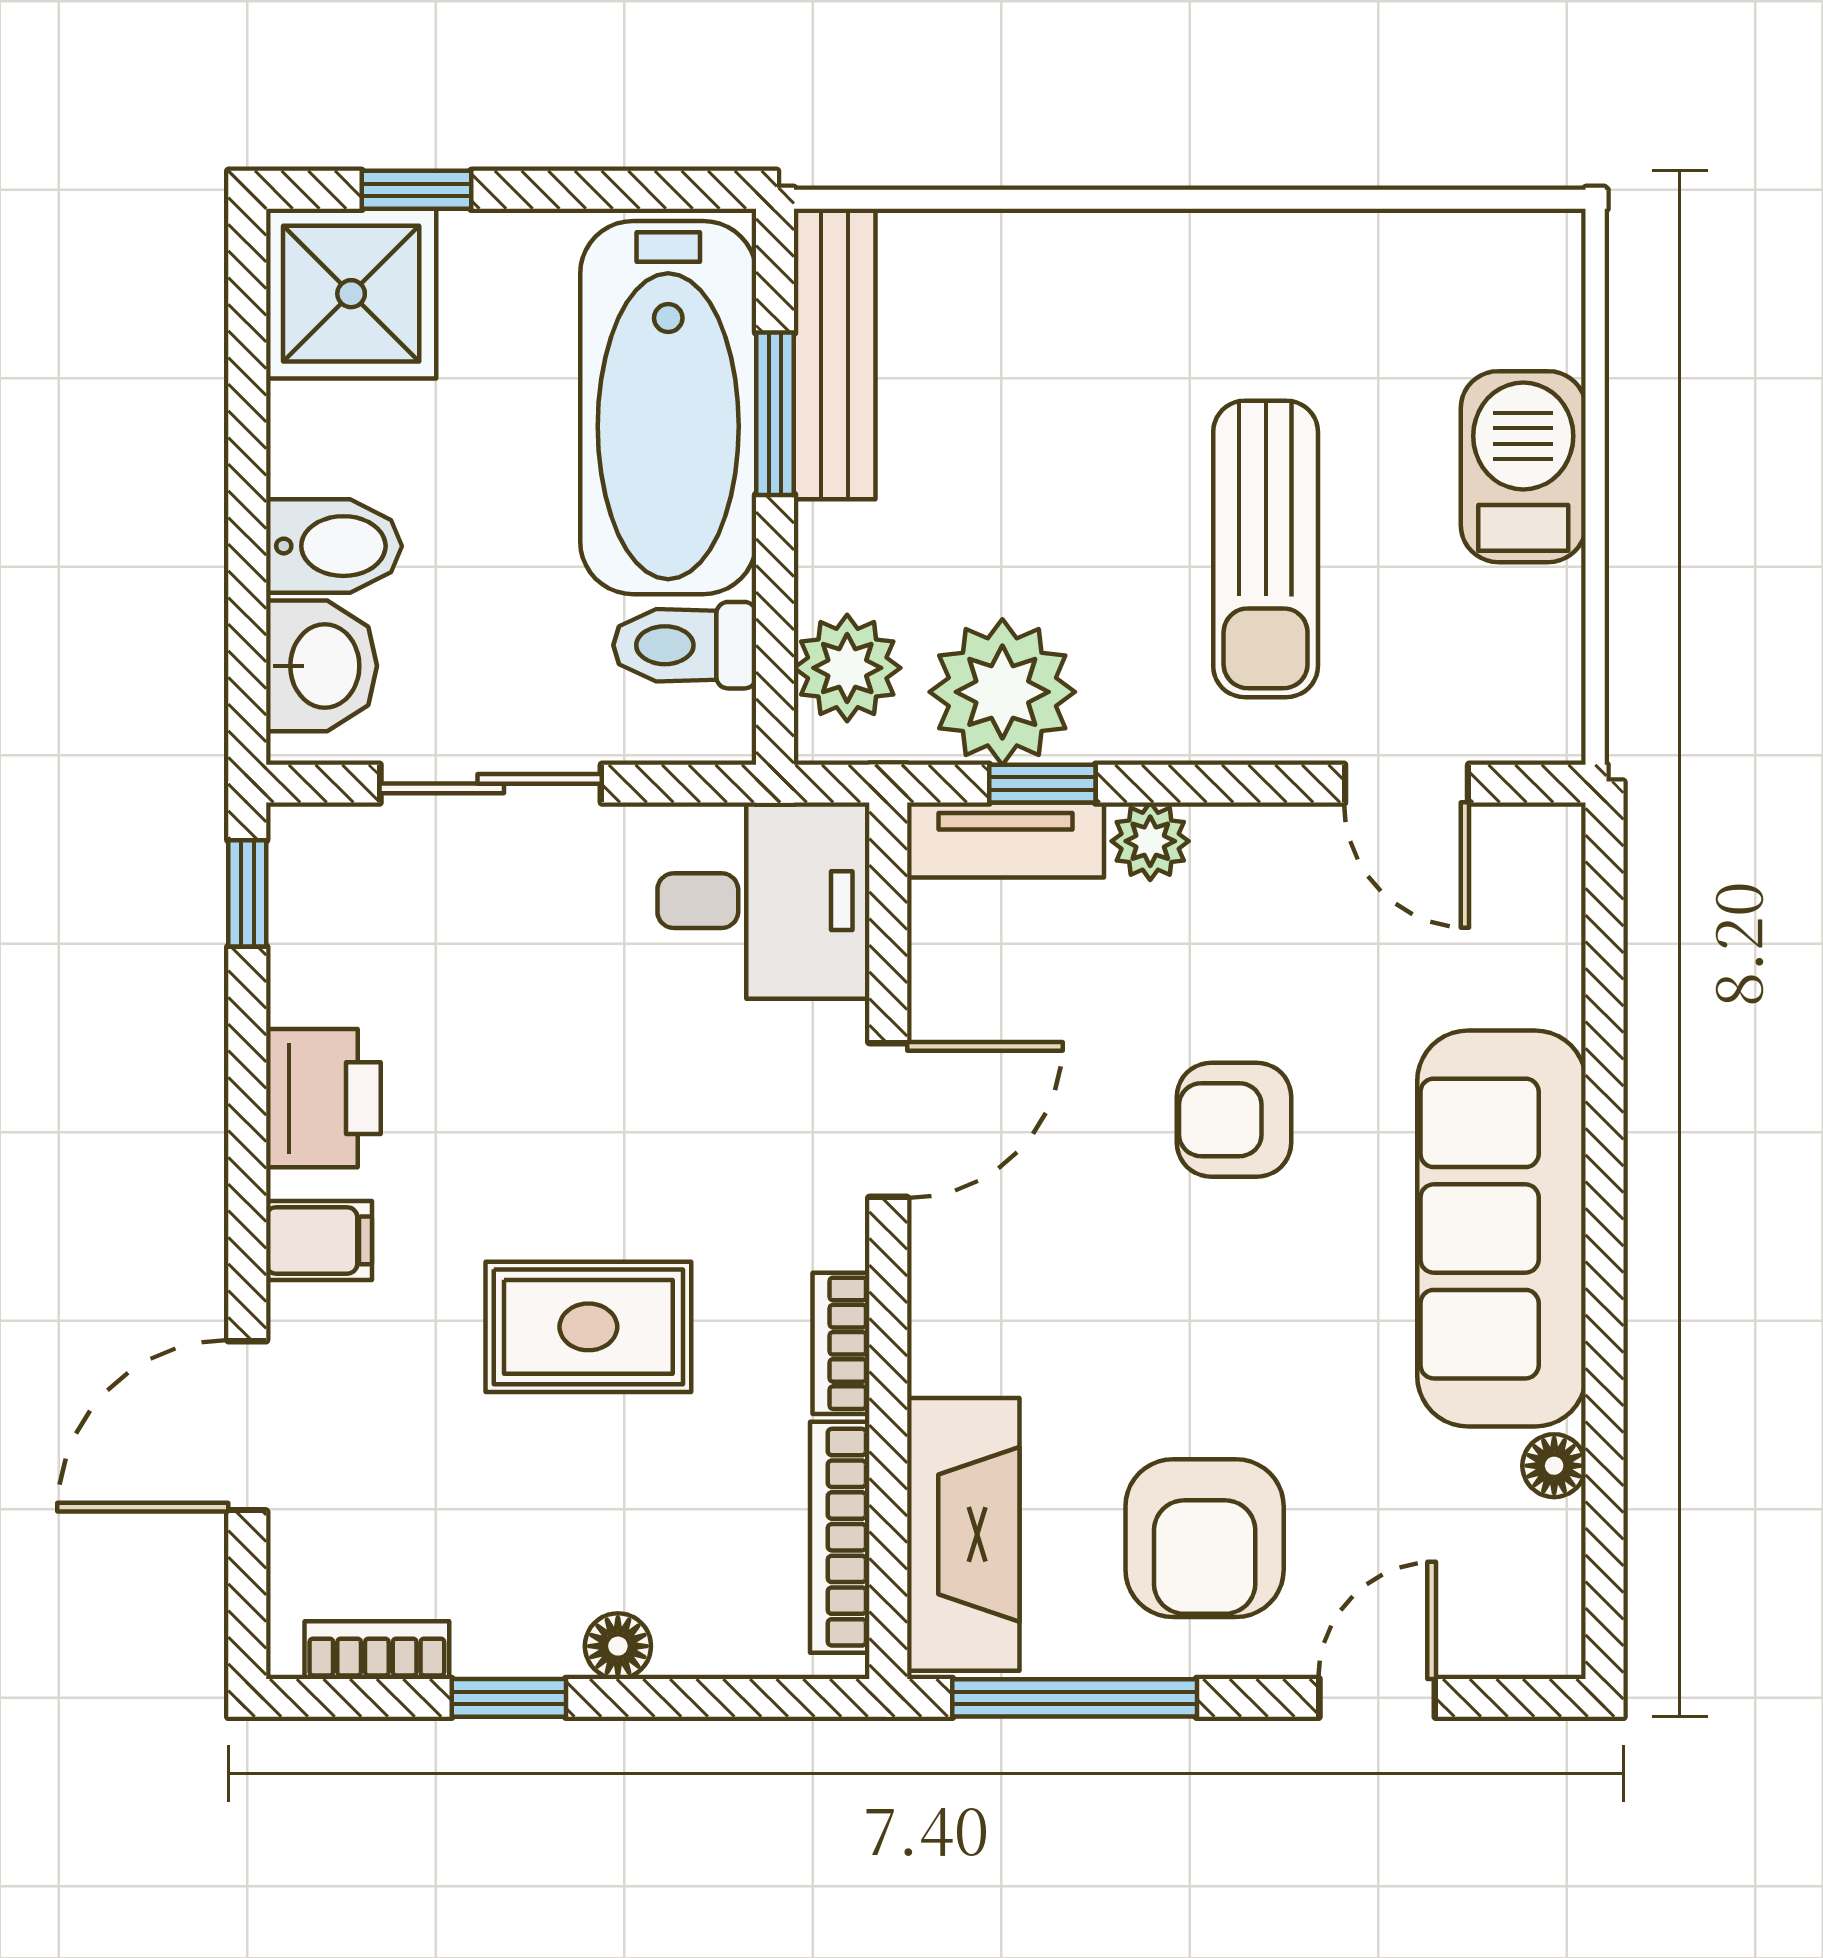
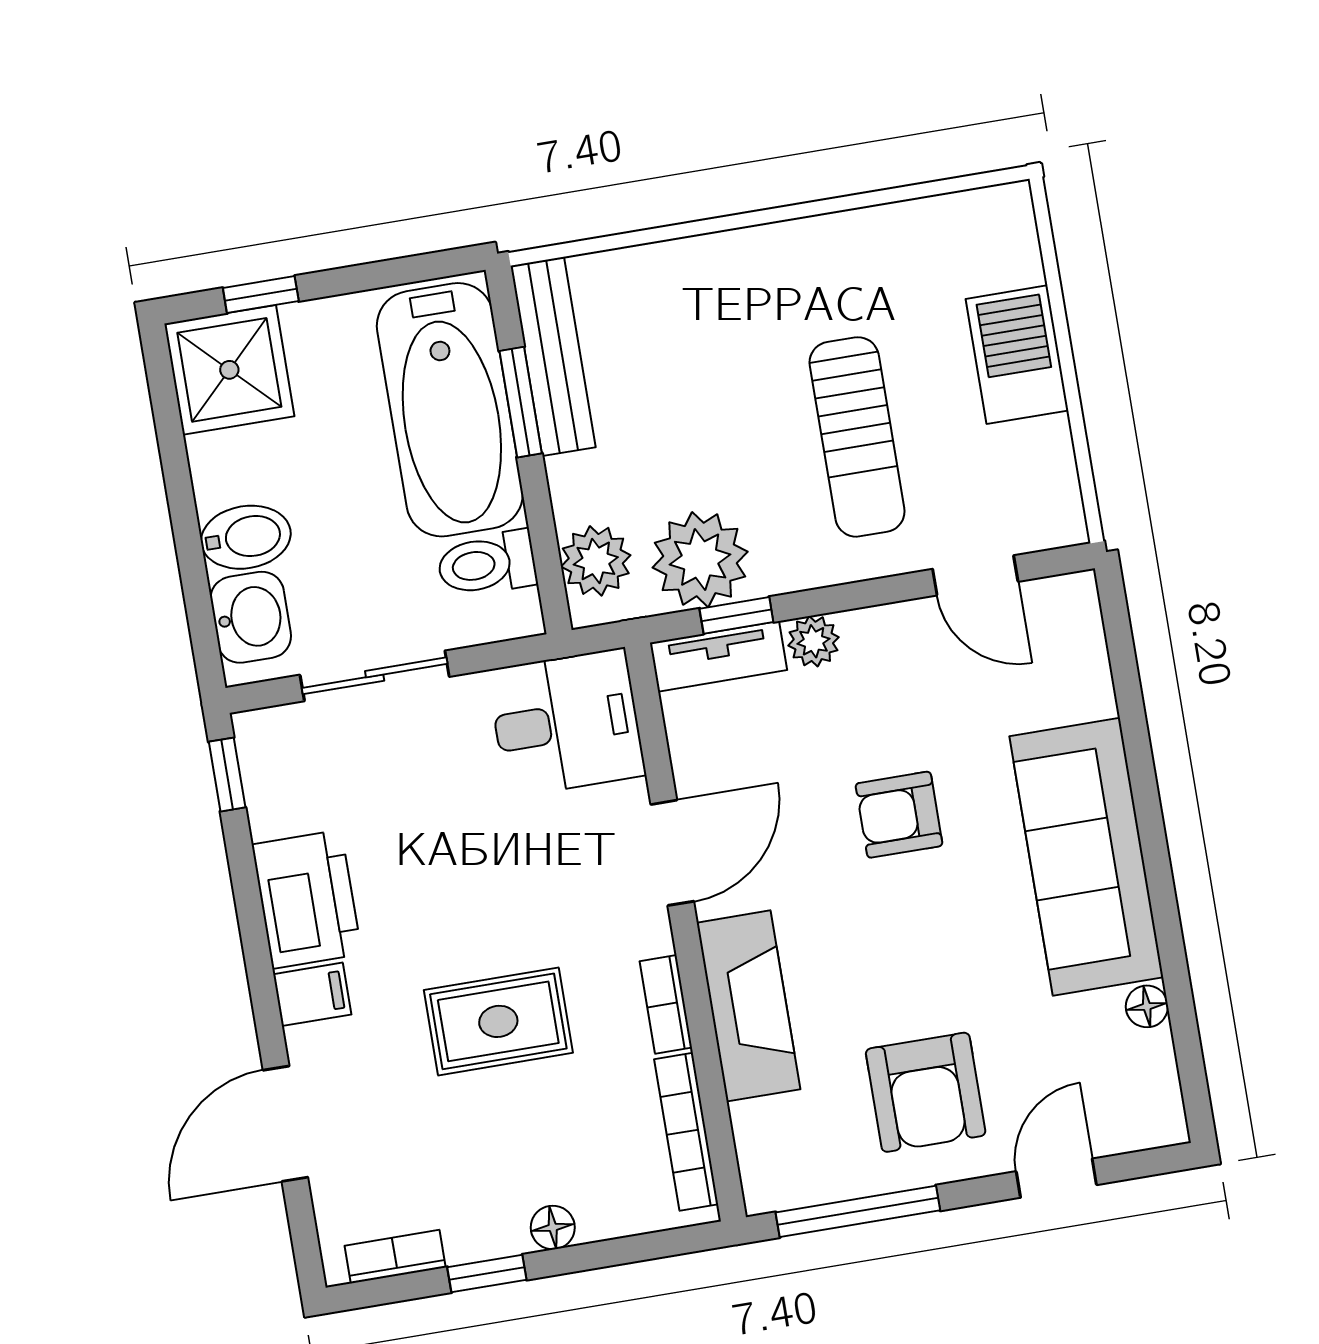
printer: (323, 1098) -> (307, 899), width x1.37, depth x1.19
fireplace: (963, 1534) -> (748, 1006), moved

